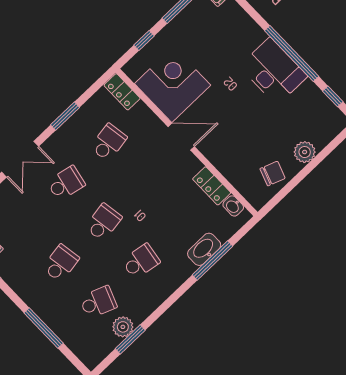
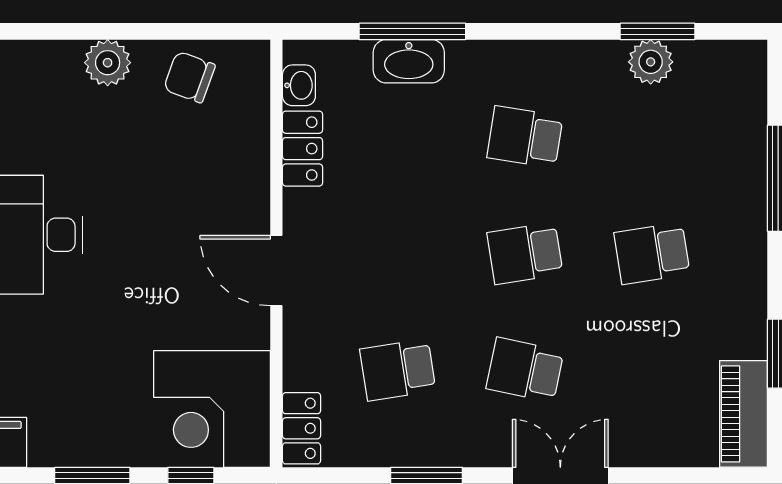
corner desk: (173, 84) -> (212, 409), moved
school desk: (98, 302) -> (652, 137), removed

